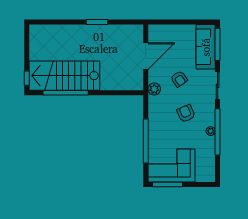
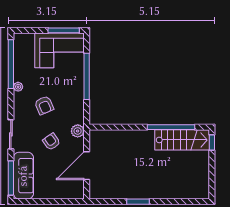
stairs: (64, 76) -> (182, 140), width x0.73, depth x0.66
window: (218, 132) -> (11, 64), moved

